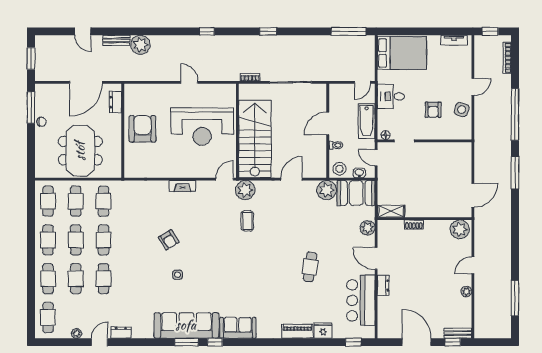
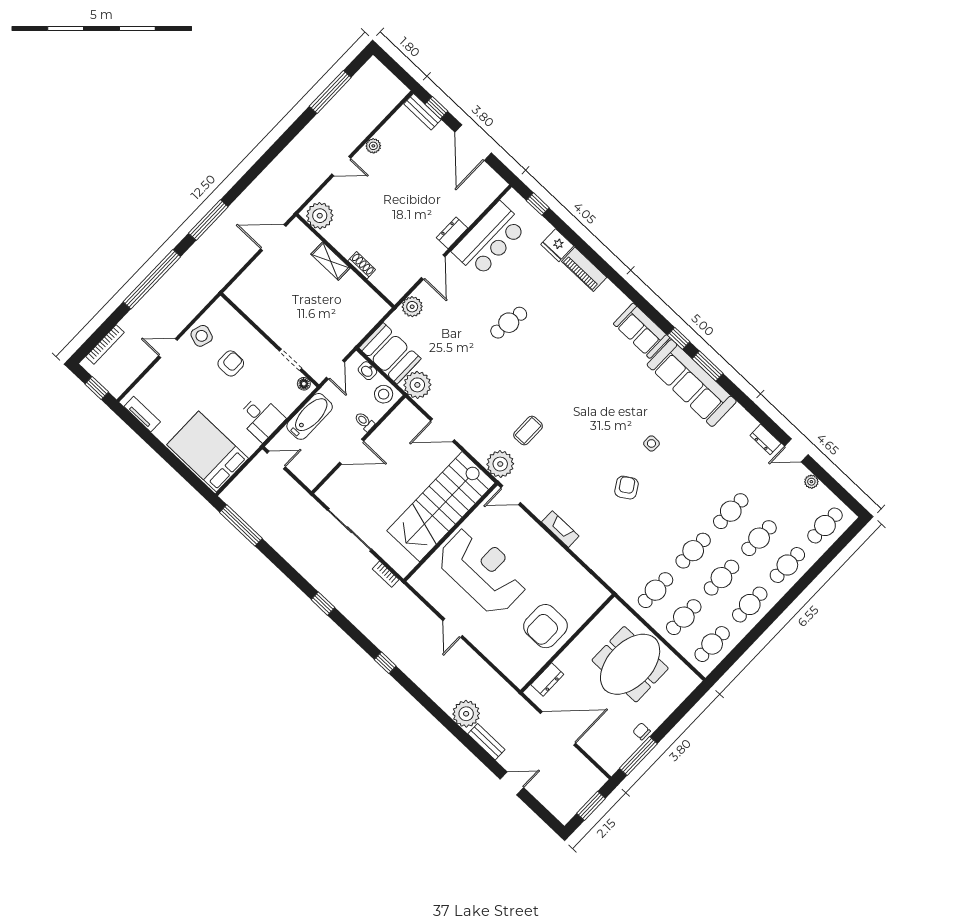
door: (83, 31) -> (512, 783), hinge flipped
shelving: (391, 211) -> (330, 261), moved

